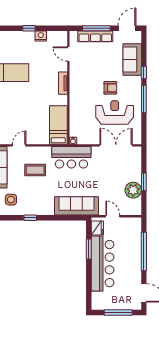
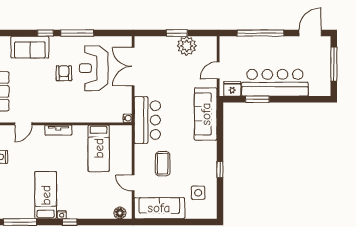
bed: (58, 125) -> (99, 148), moved, turned -90

